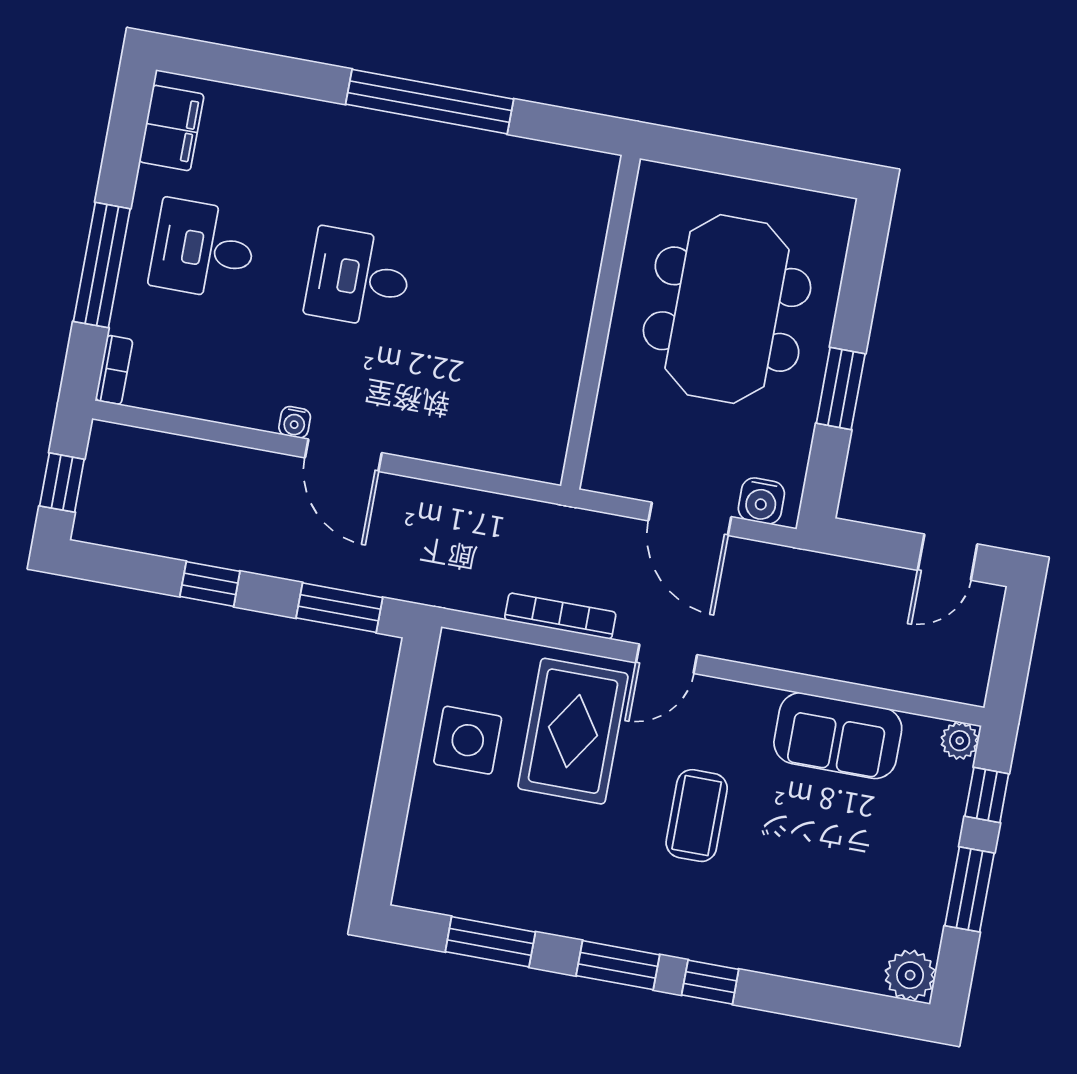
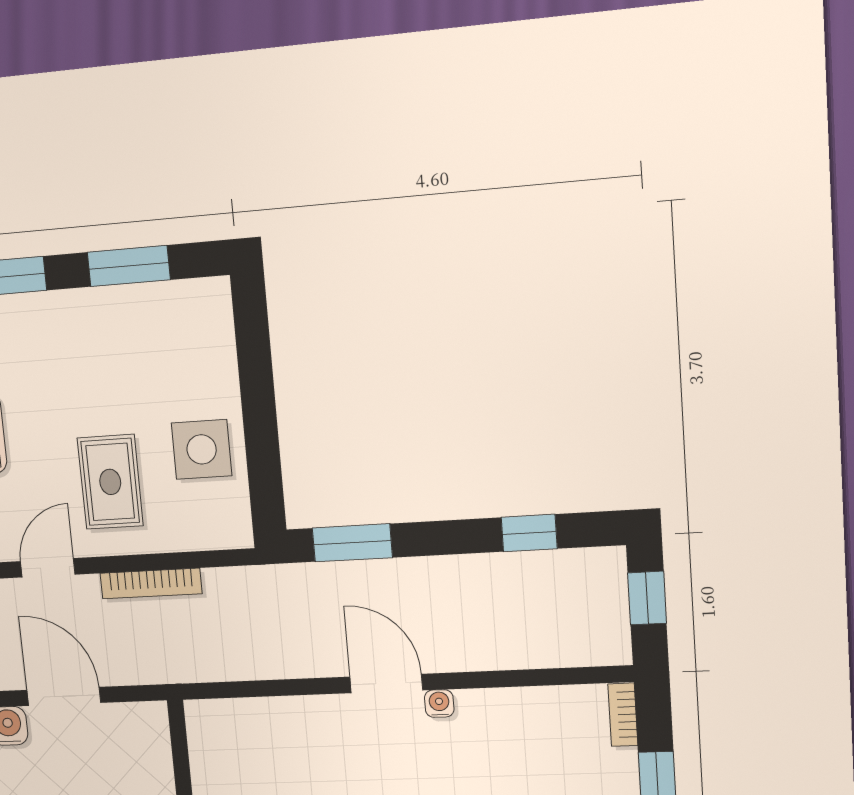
window: (210, 584) -> (529, 533), moved
rug: (573, 731) -> (110, 482), width x0.73, depth x0.70

